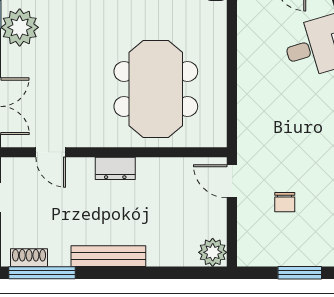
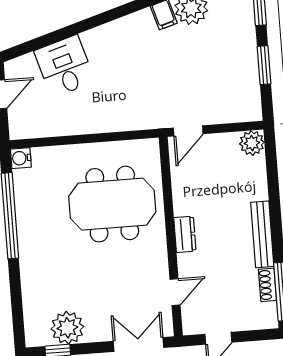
chair: (285, 202) -> (203, 83), removed
shoe rack: (29, 258) -> (268, 285), moved

